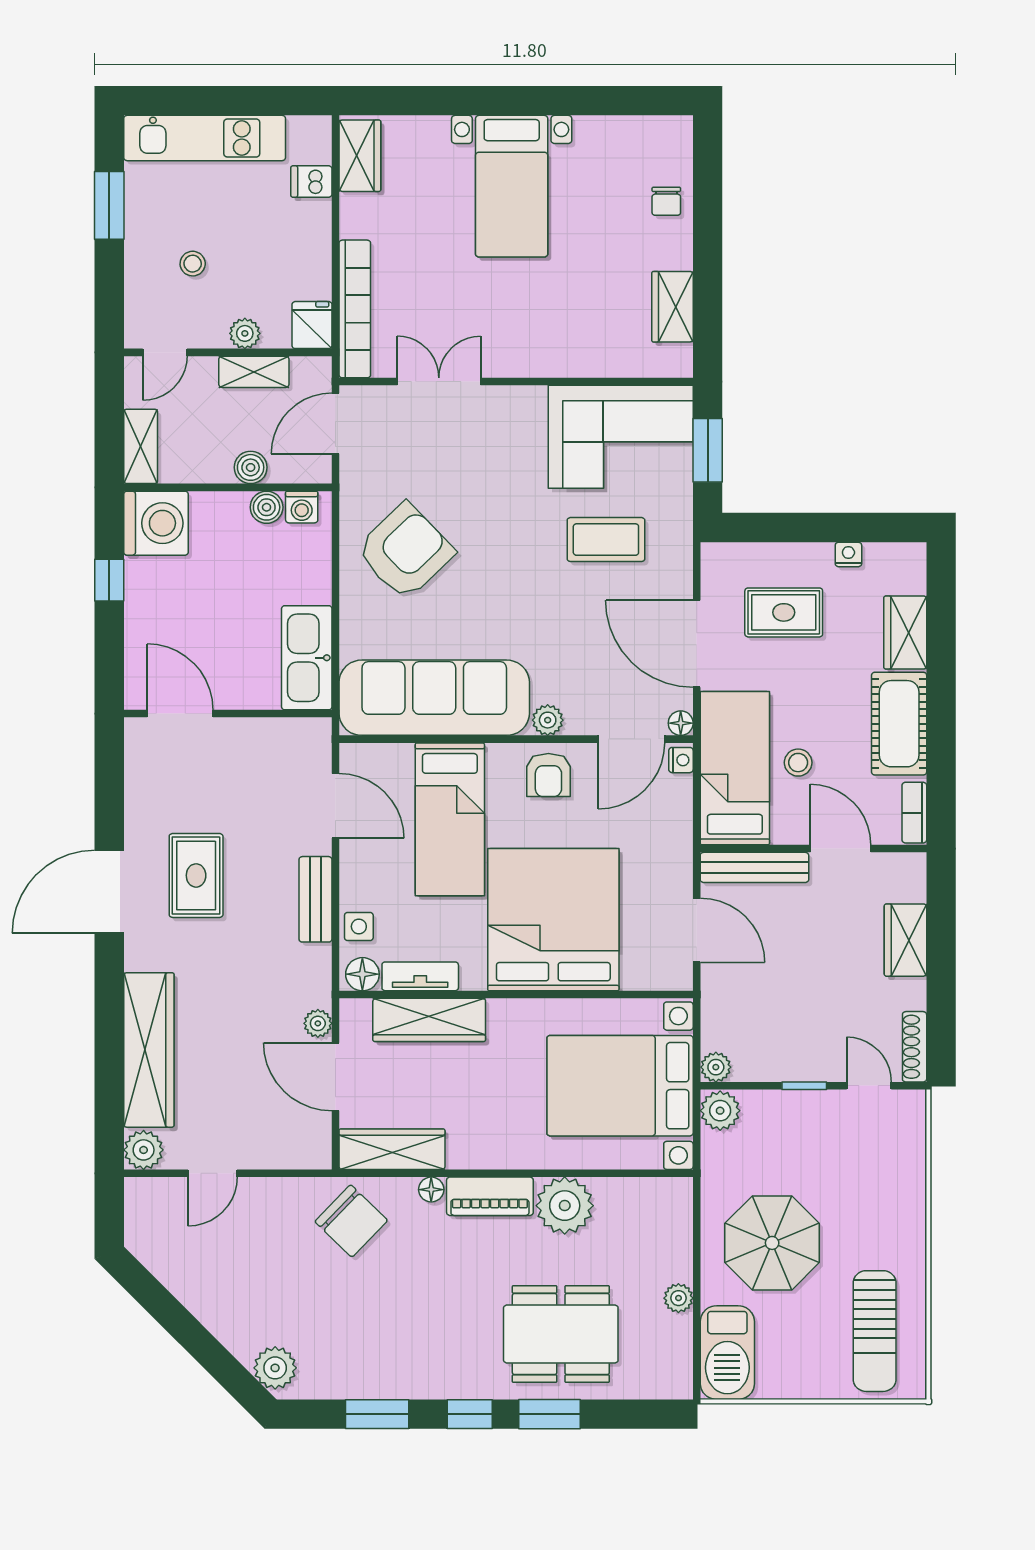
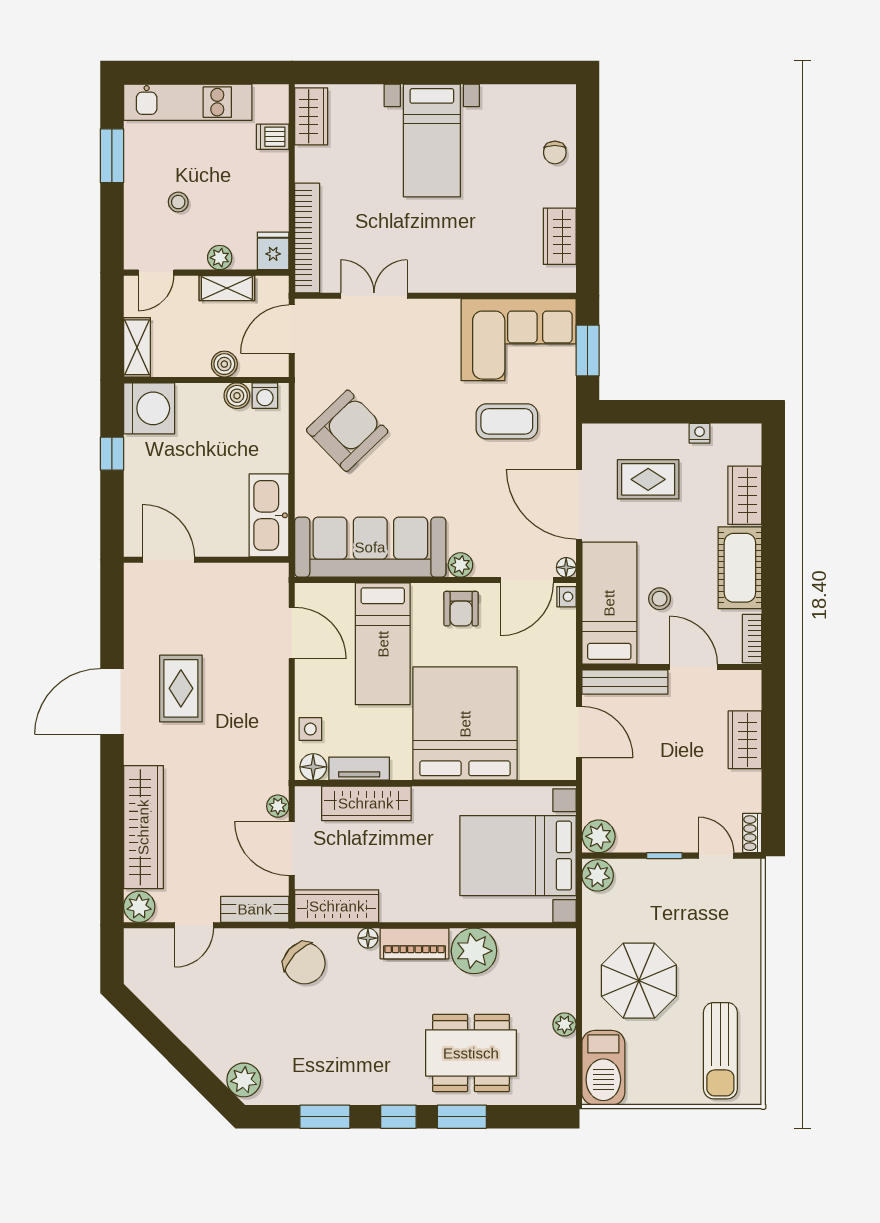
bench: (315, 899) -> (255, 909), moved, turned 90
shoe rack: (915, 1047) -> (752, 833), width x0.70
plant: (716, 1067) -> (599, 836), width x1.38, depth x1.38

